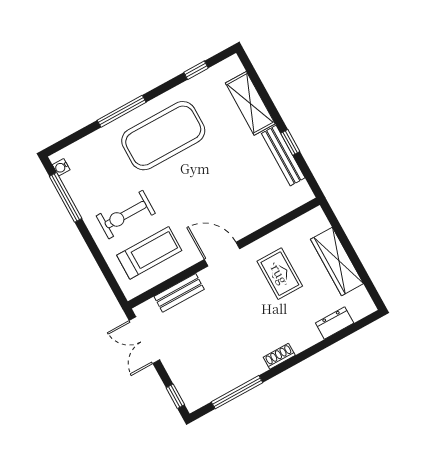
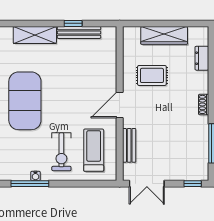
water cooler: (61, 167) -> (35, 176), moved

